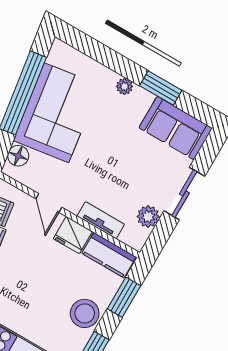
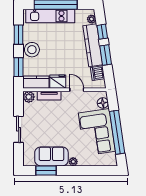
window: (161, 88) -> (46, 170), moved
sofa: (176, 128) -> (51, 156), moved
plant: (148, 217) -> (29, 97), moved

